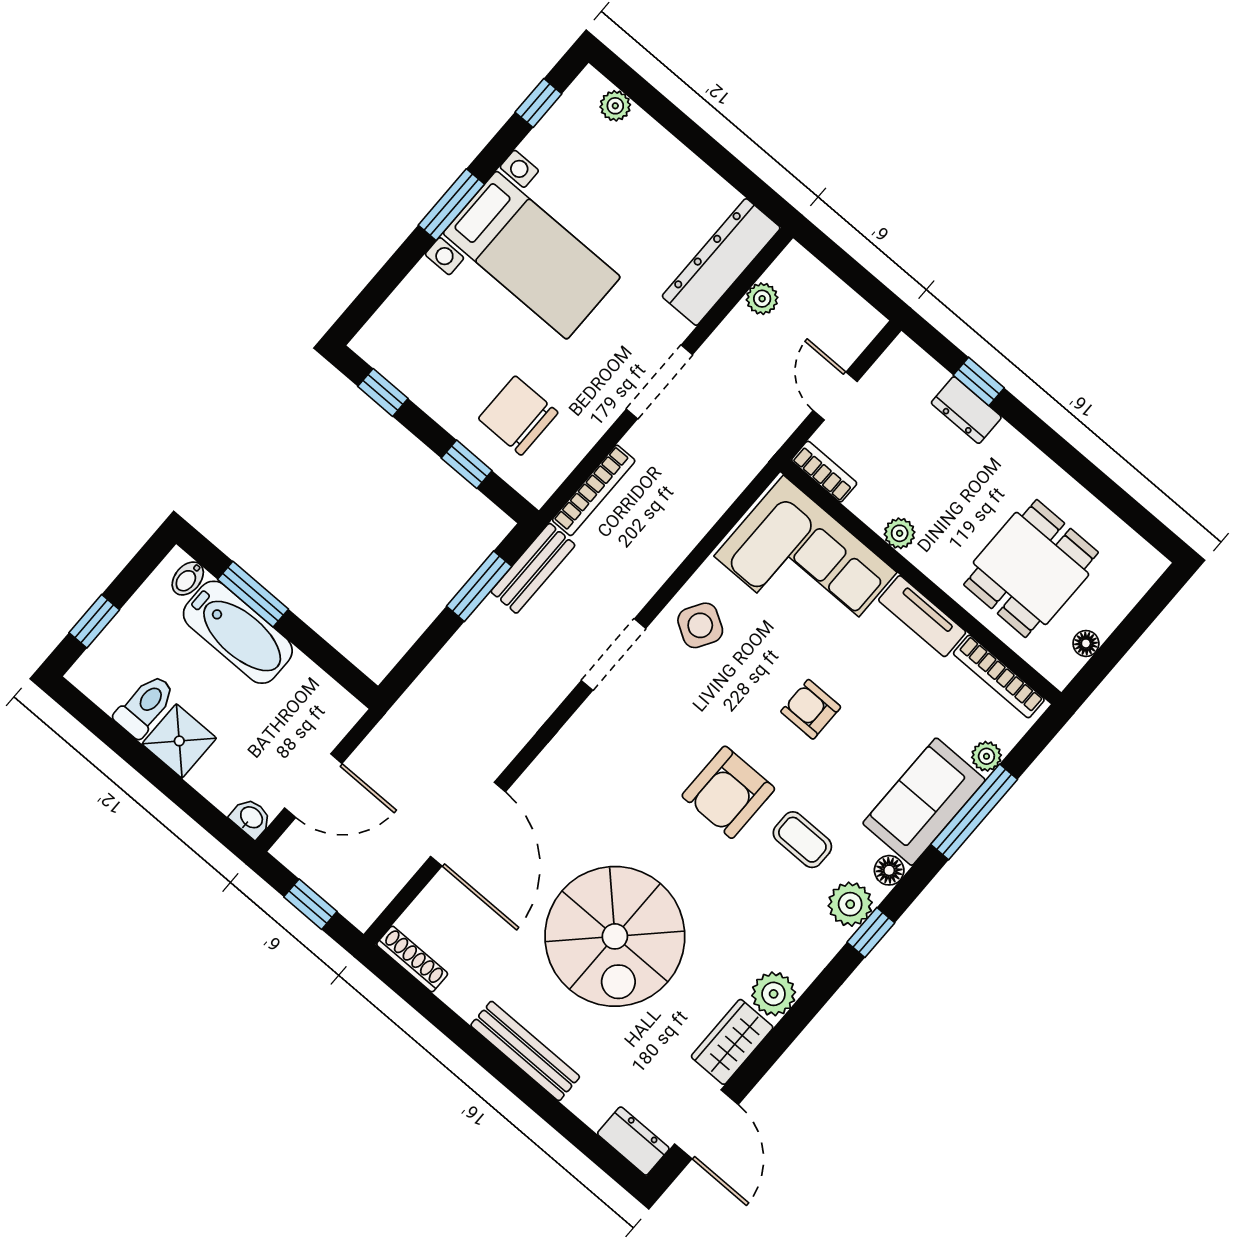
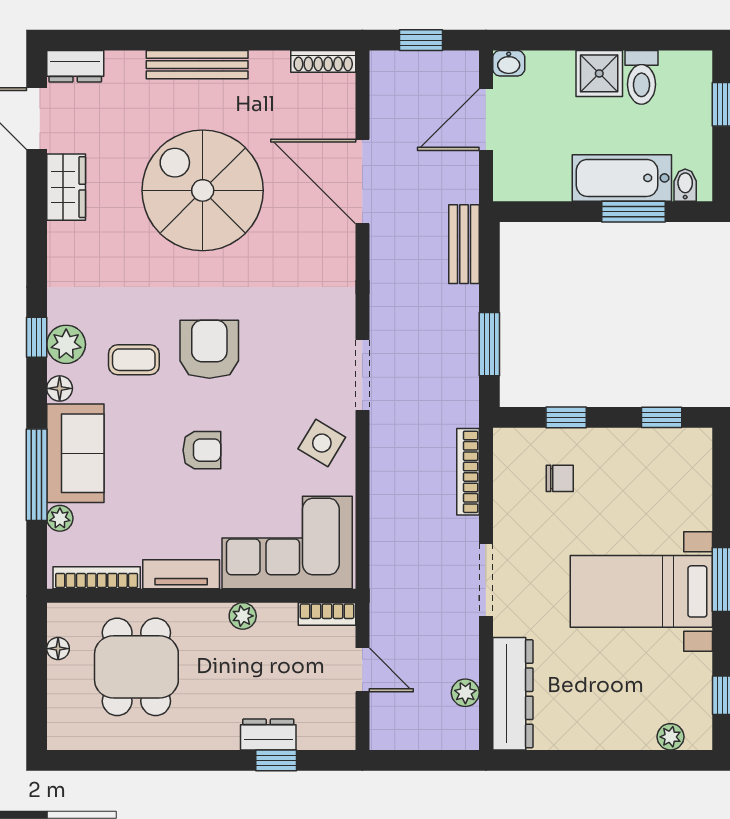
chair: (518, 416) -> (560, 478), width x0.54, depth x0.54
bench: (533, 568) -> (464, 244), moved
plant: (774, 994) -> (66, 242), removed

